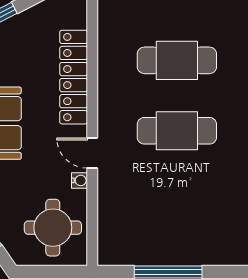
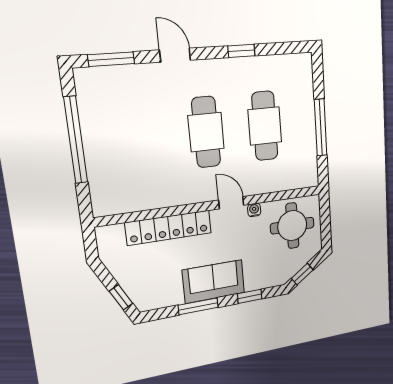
cafe table: (177, 60) -> (265, 126), moved
door: (92, 153) -> (231, 203), swing flipped

